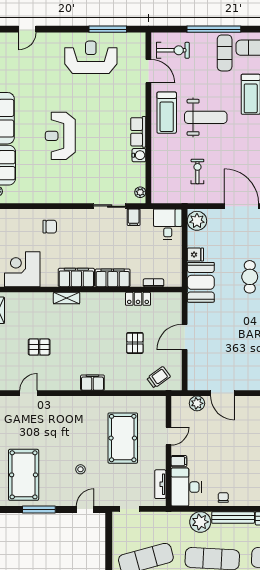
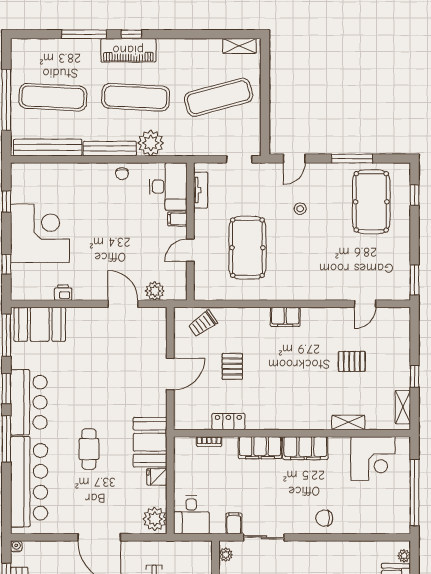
chair: (50, 227) -> (324, 518), moved
shelving: (67, 298) -> (348, 422), moved

